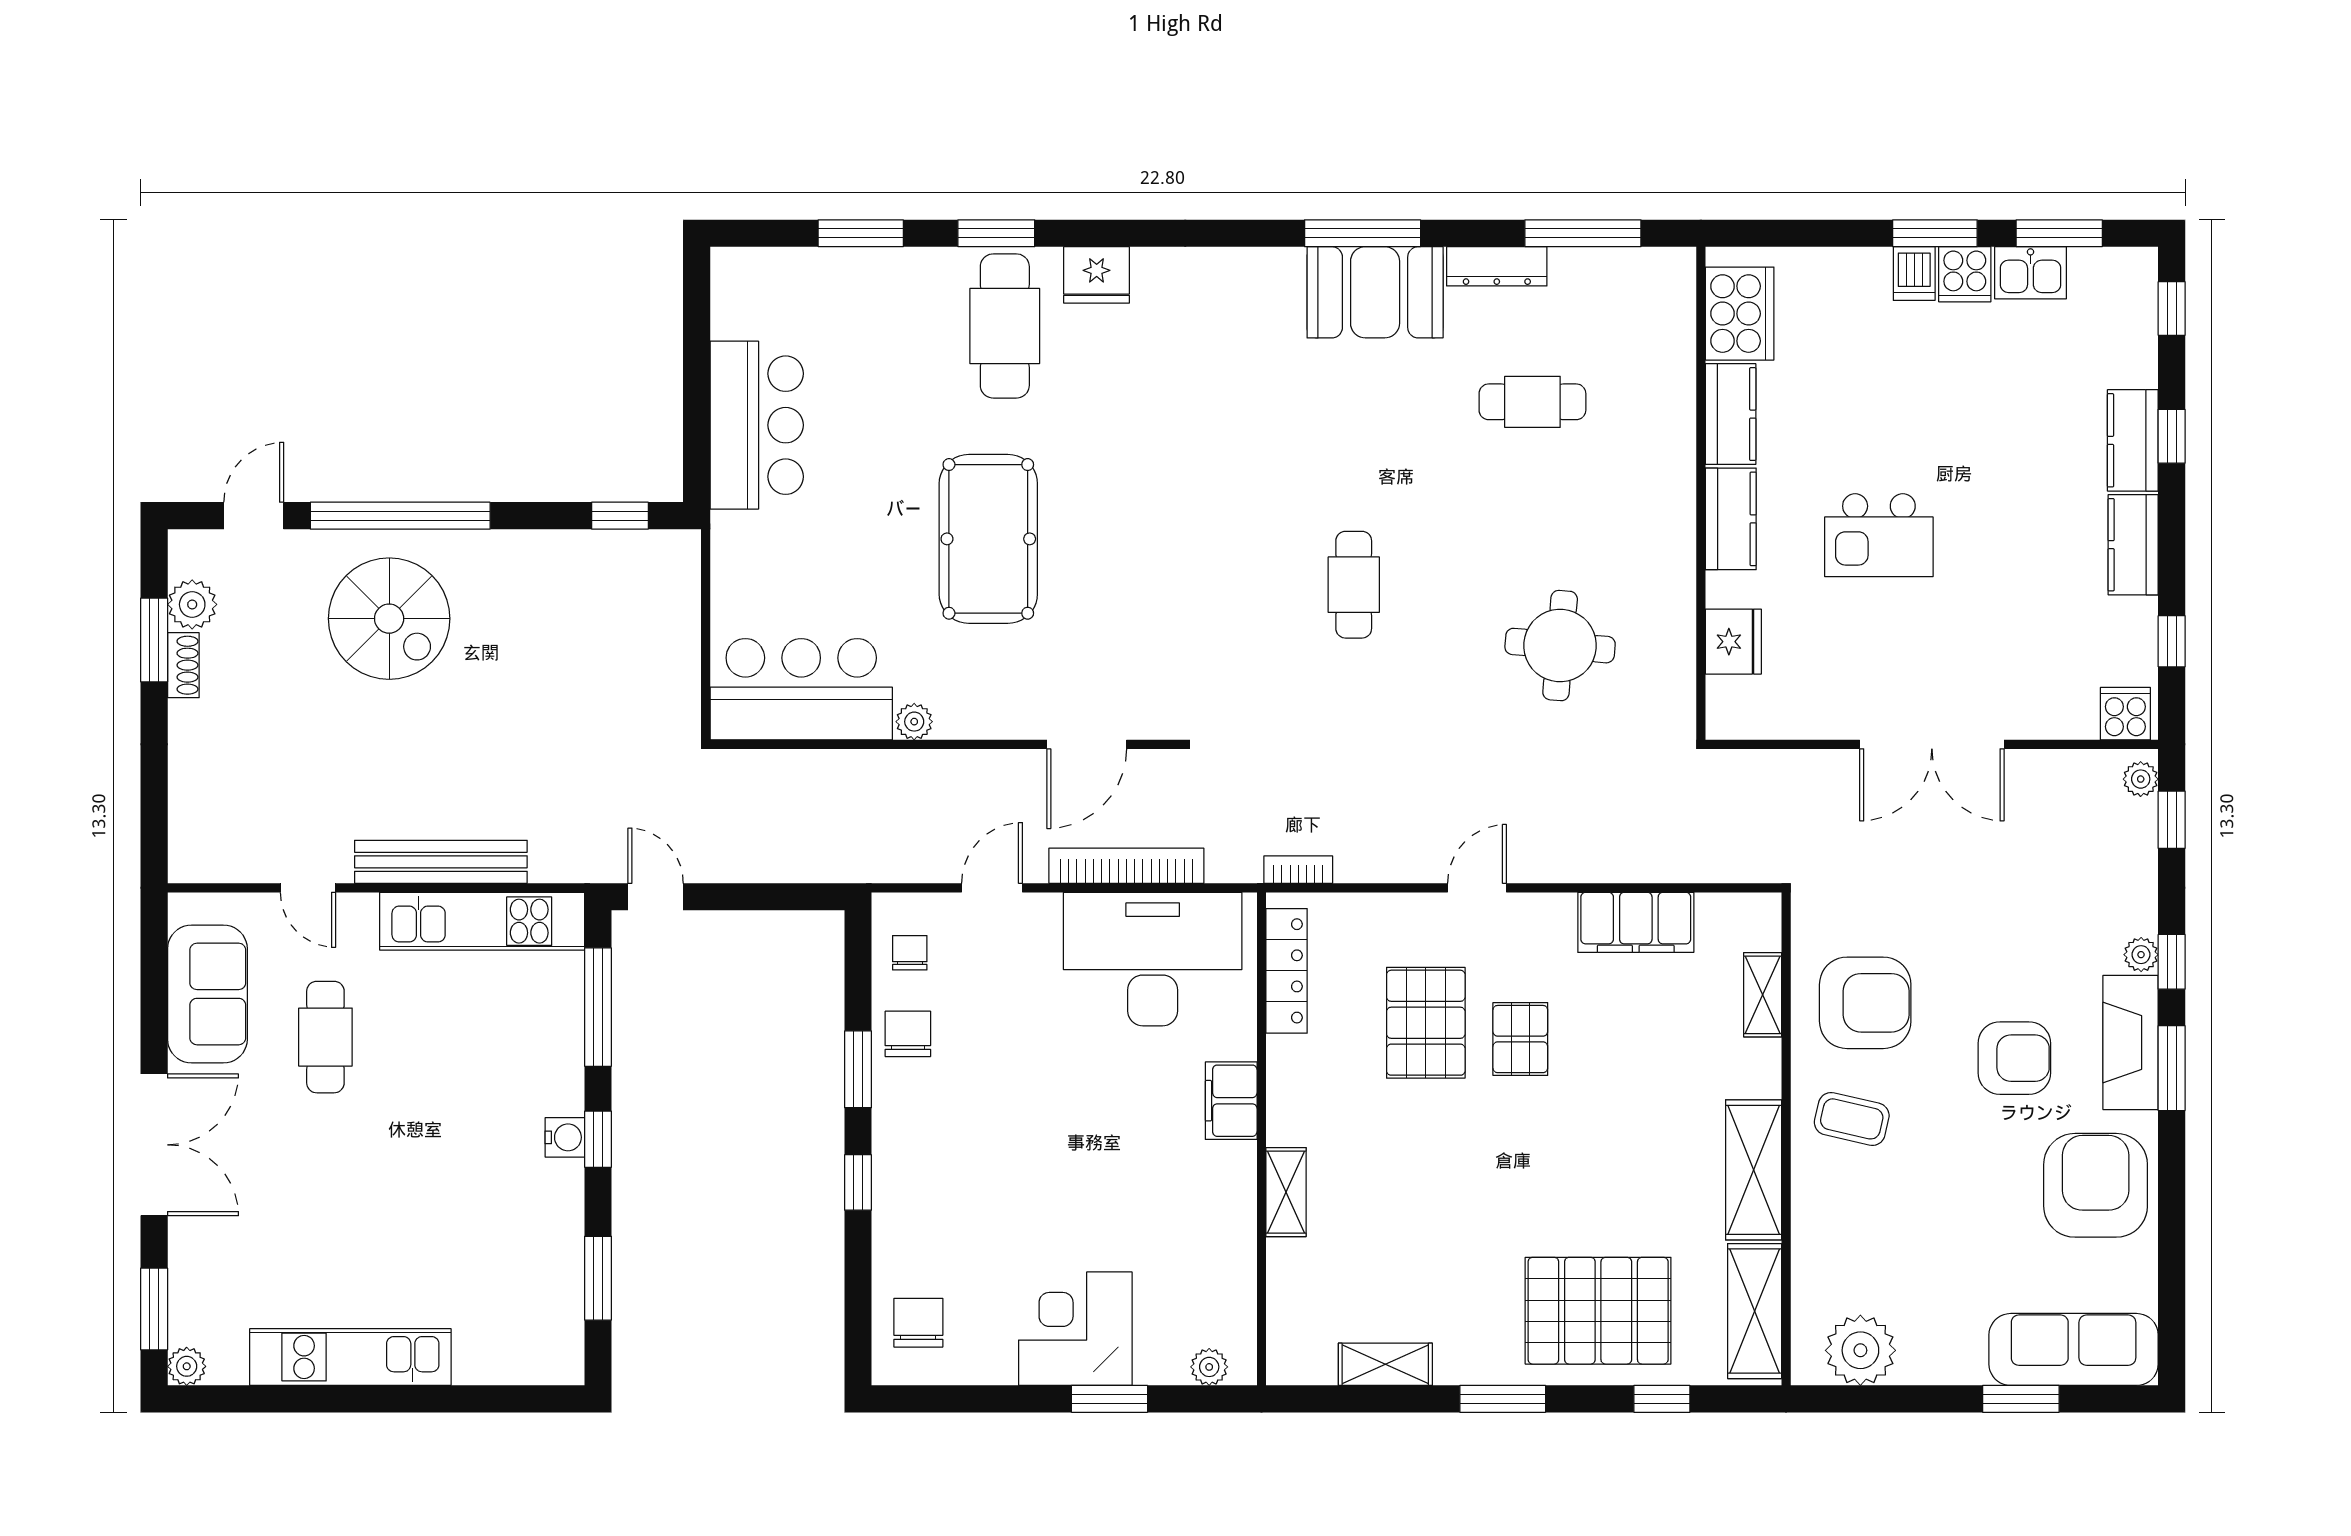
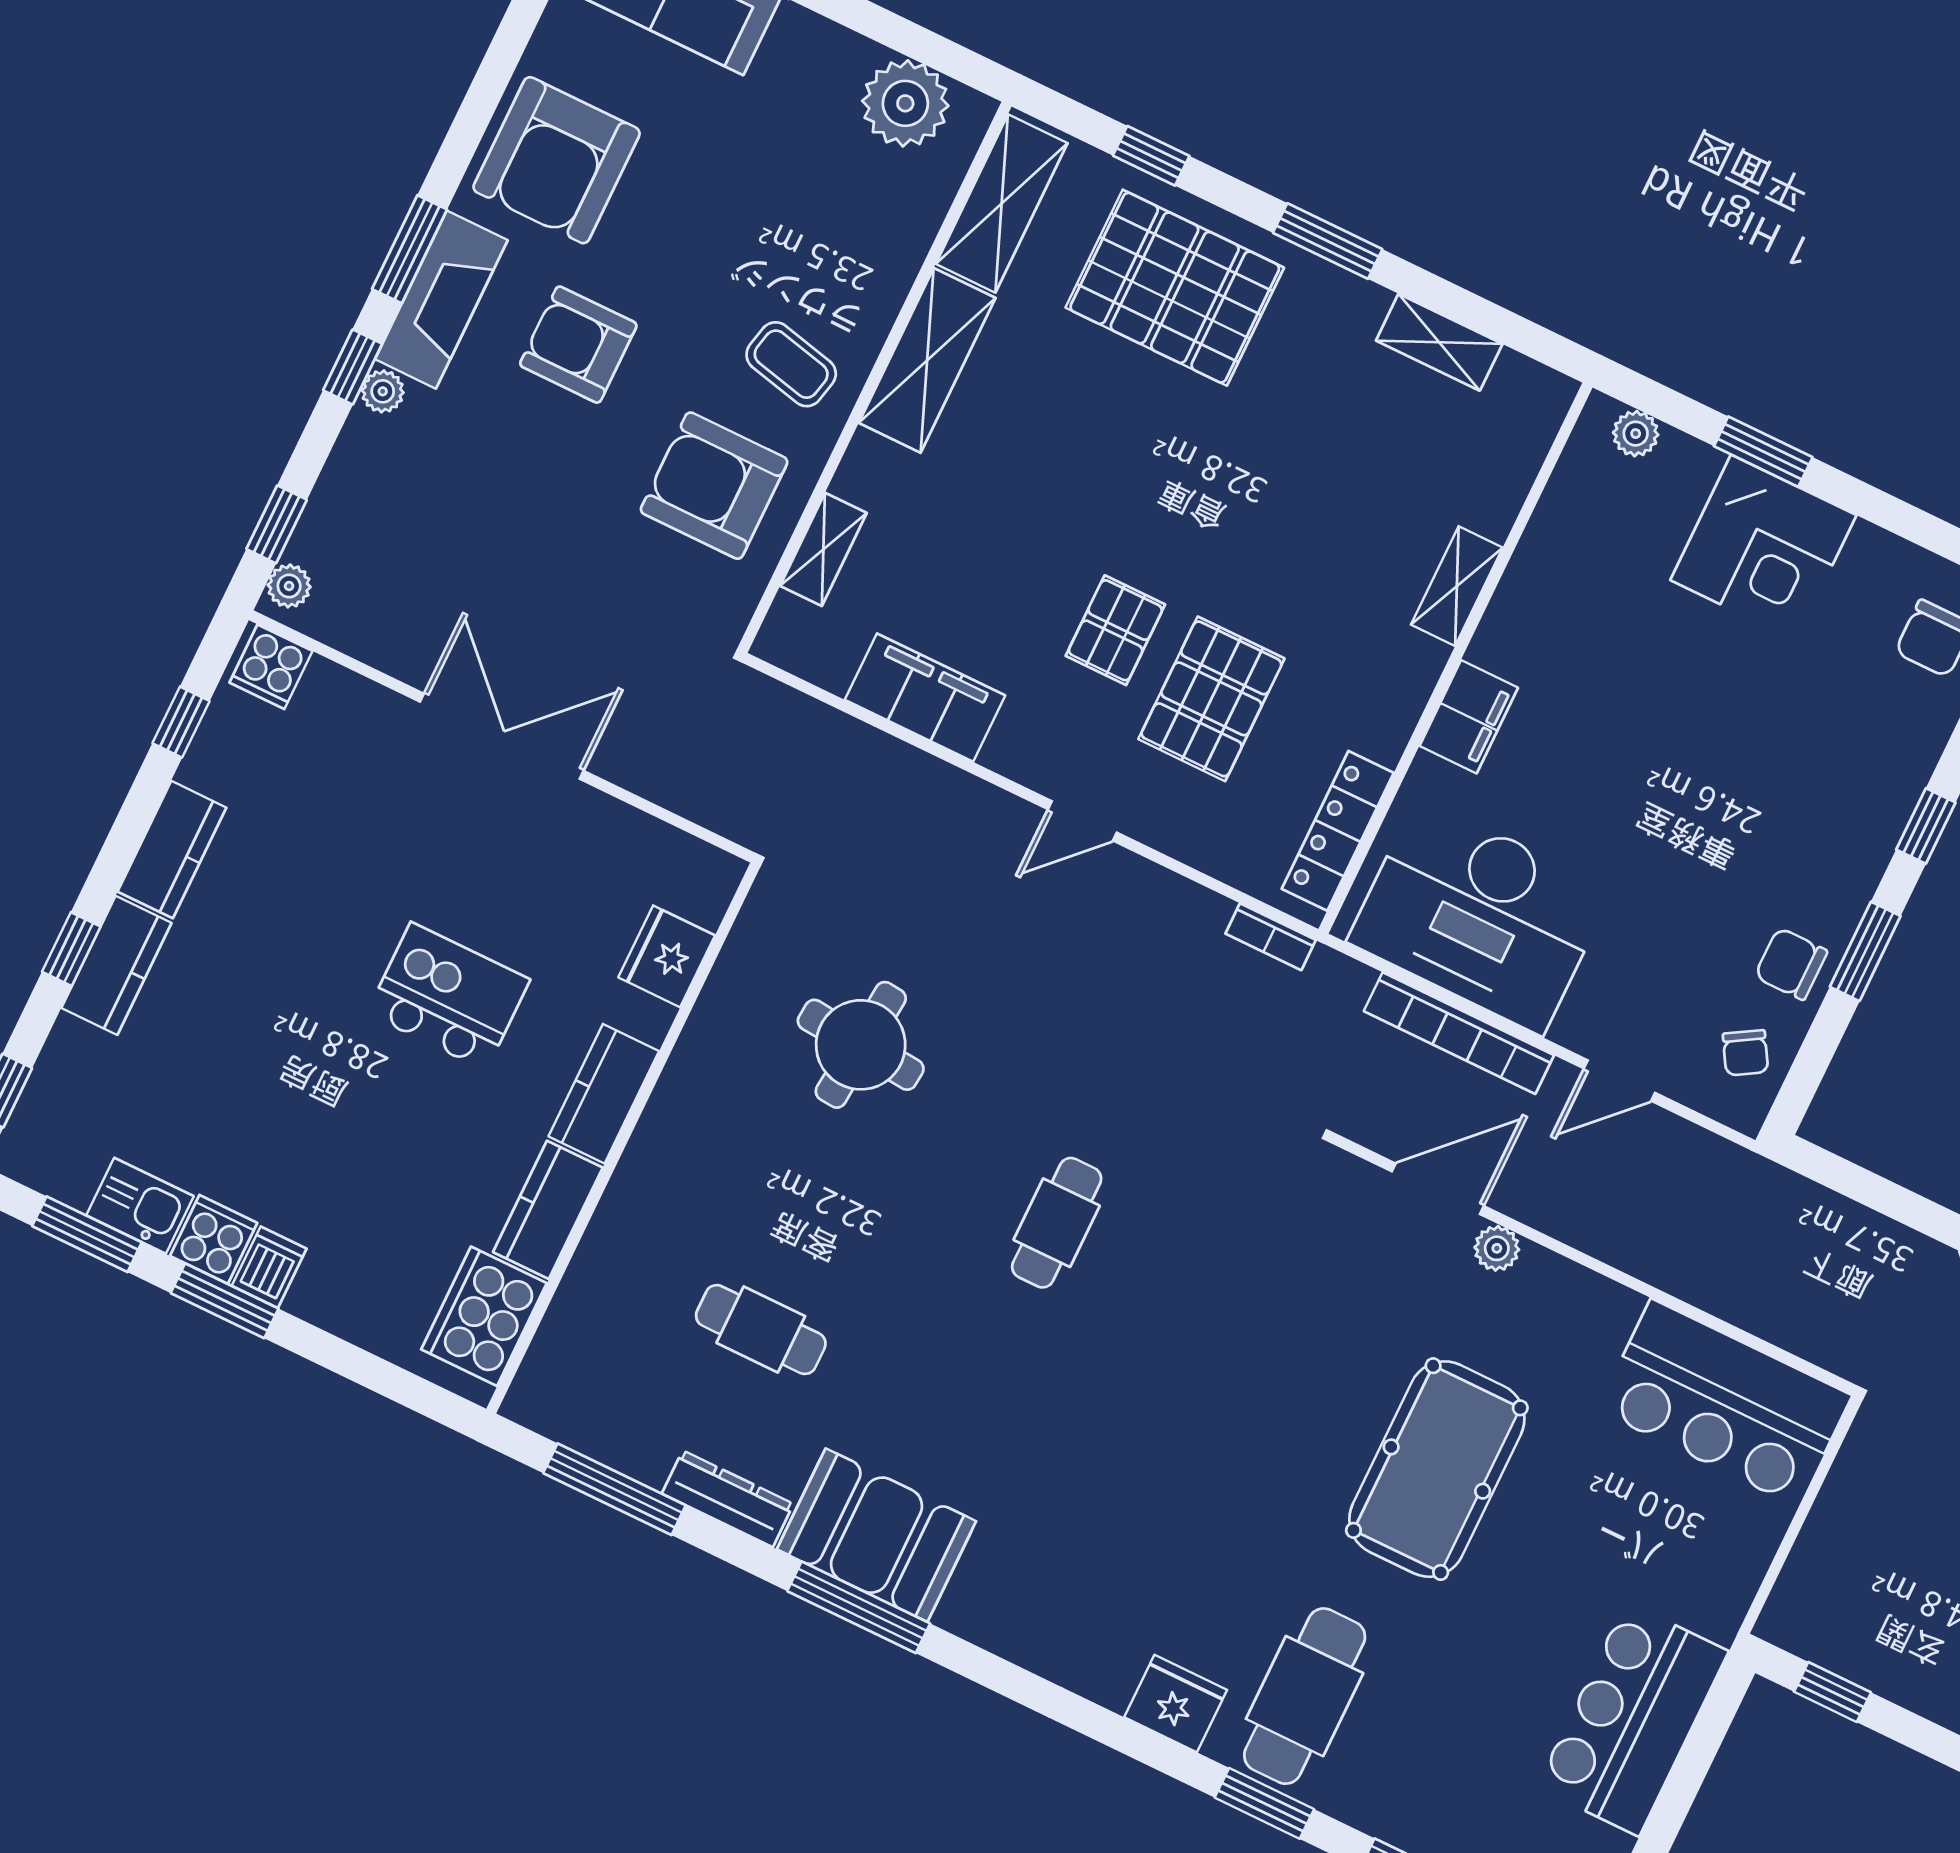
plant: (914, 722) -> (1497, 1248), moved
chair: (910, 953) -> (1745, 1053), turned -31
chair: (908, 1034) -> (1791, 964), turned 90

